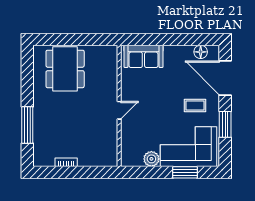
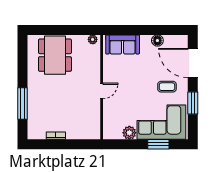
plant: (109, 51) -> (93, 39), added
floor lamp: (201, 52) -> (157, 41), moved

